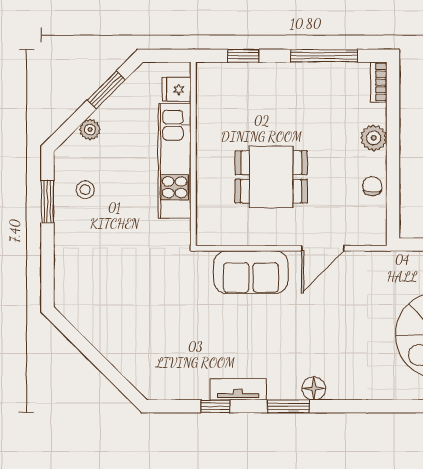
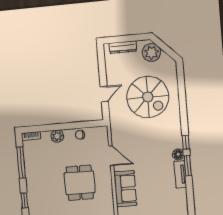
tv unit: (238, 389) -> (180, 174), moved
window: (215, 406) -> (186, 142), moved

